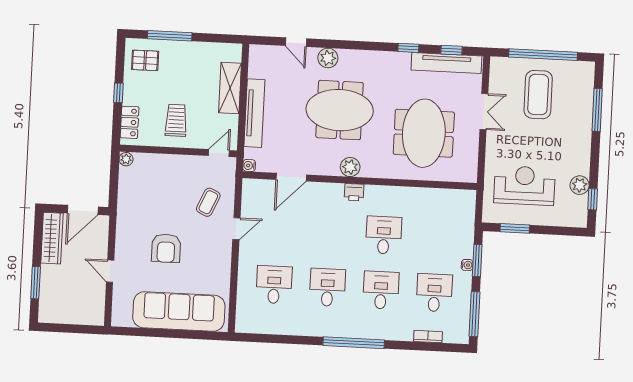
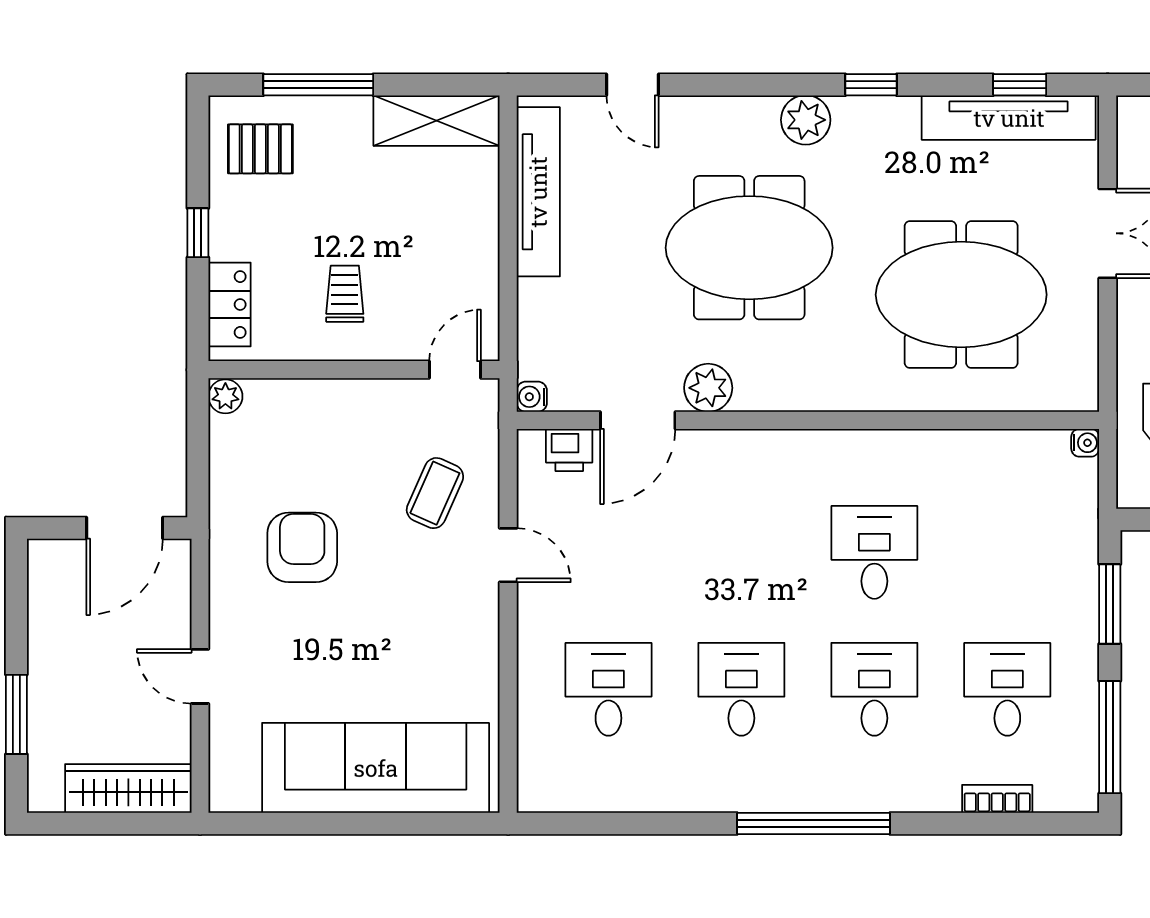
window: (408, 48) -> (871, 85), moved
plant: (328, 58) -> (806, 120), moved
shelving: (230, 88) -> (437, 121), moved, turned 90
tv unit: (254, 113) -> (538, 192), moved
trolley: (176, 120) -> (345, 294), width x0.73, depth x0.72
meeting table: (424, 133) -> (961, 295), turned 90
plant: (350, 167) -> (708, 388), moved
printer: (354, 192) -> (569, 450), moved
door: (236, 229) -> (508, 555), hinge flipped
wardrobe: (52, 238) -> (128, 789), moved, turned -90
armchair: (166, 248) -> (302, 547), moved, turned 180
water cooler: (467, 265) -> (1085, 443), moved

